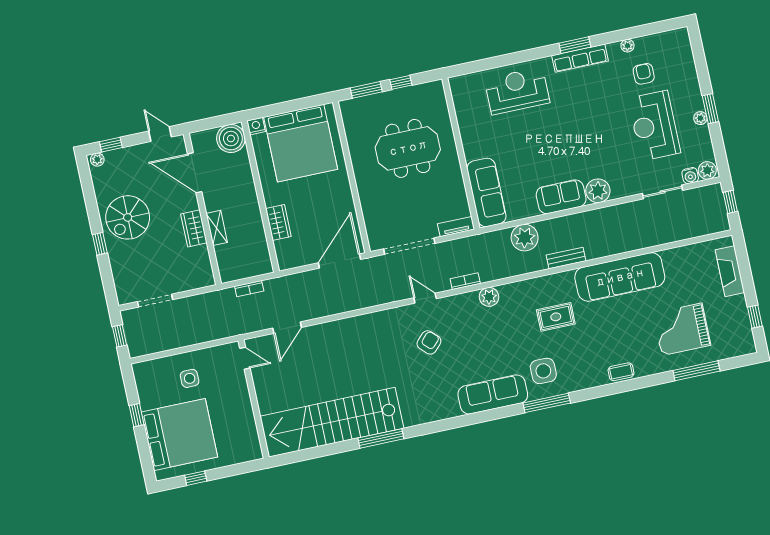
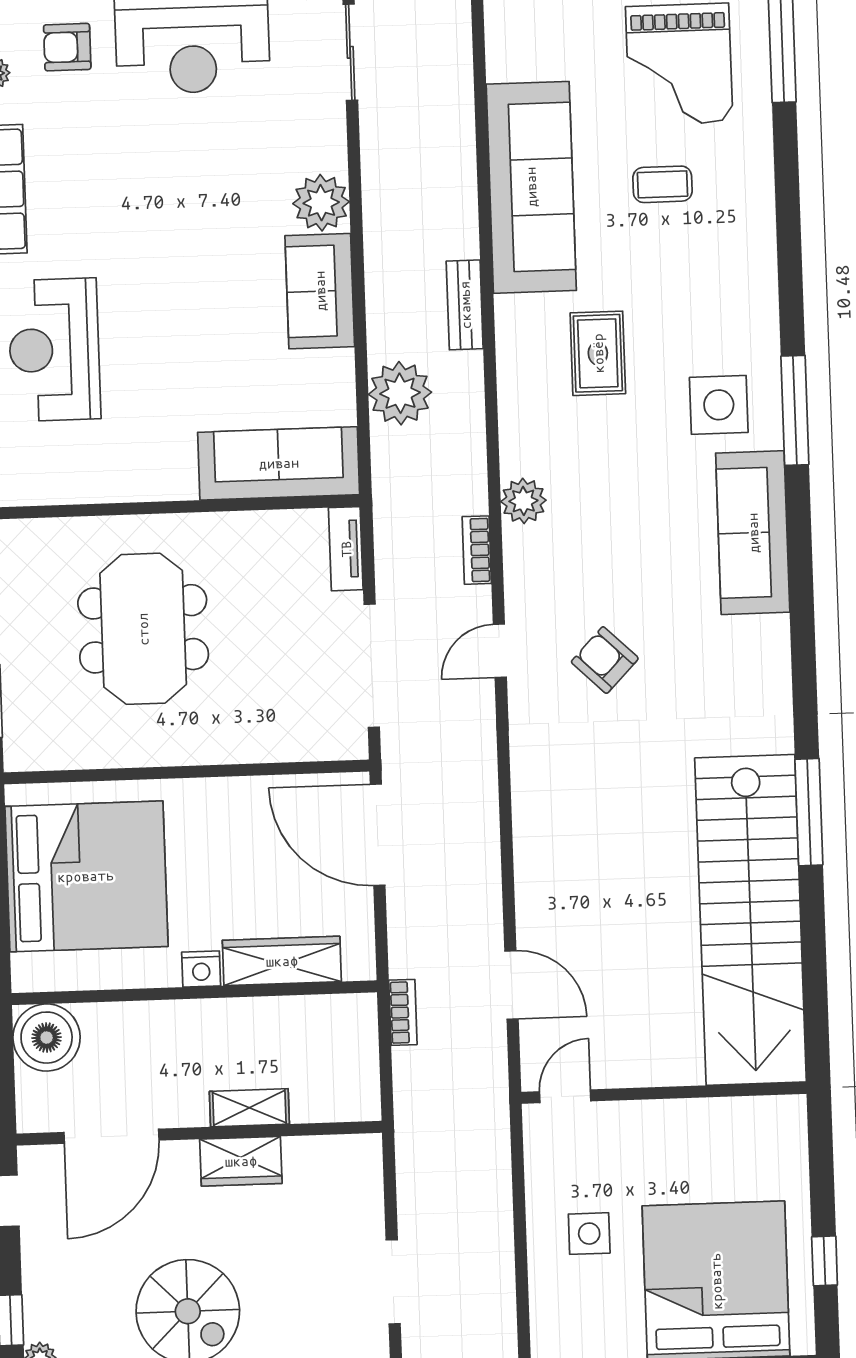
nightstand: (256, 126) -> (201, 969), moved, turned -90
wardrobe: (278, 223) -> (282, 961), width x1.50
bookcase: (249, 289) -> (403, 1012), moved
coffee table: (621, 372) -> (662, 184), moved, turned 90

